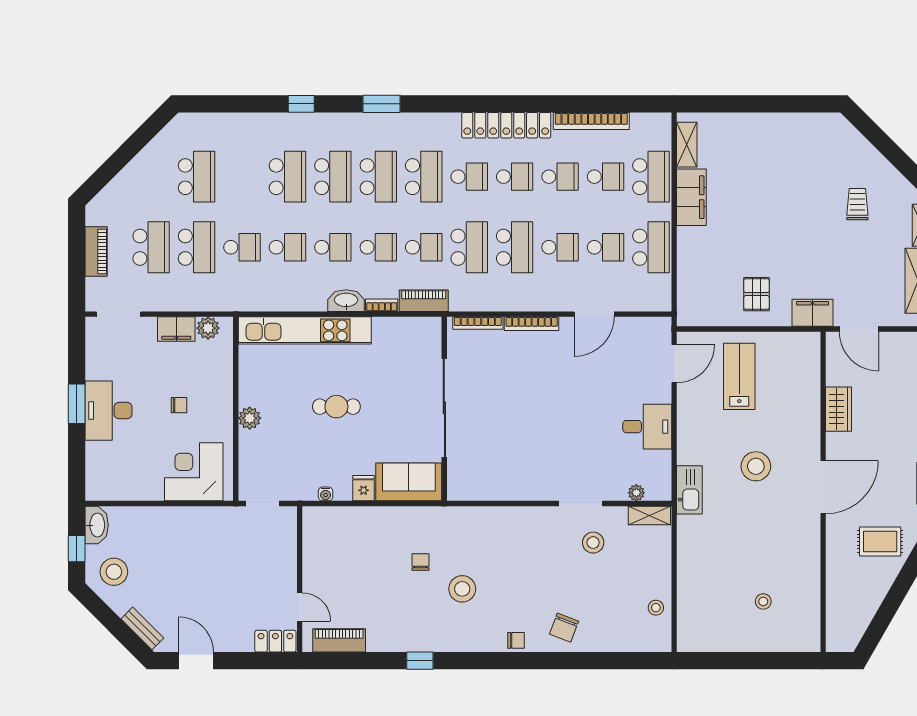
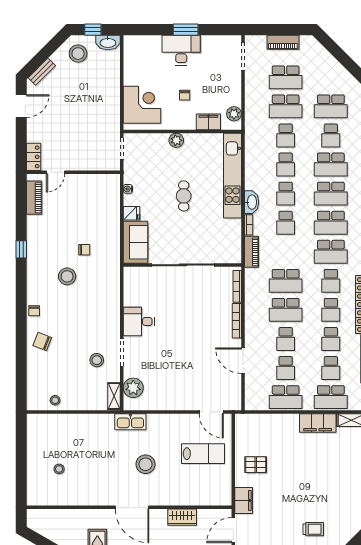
school desk: (424, 247) -> (331, 135), moved
filing cabinet: (176, 329) -> (208, 122), moved, turned 90
desk: (647, 427) -> (139, 321), moved, turned 90
plant: (636, 493) -> (133, 388), width x1.88, depth x1.88

